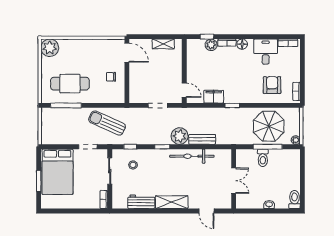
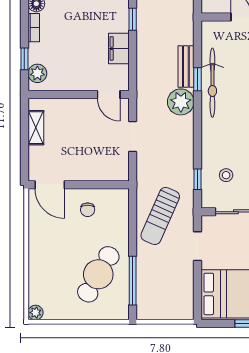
plant: (211, 45) -> (37, 73), moved
plant: (50, 48) -> (35, 313), width x0.53, depth x0.53
door: (127, 53) -> (50, 185), swing flipped
cafe table: (70, 84) -> (98, 274), turned 30
door: (184, 90) -> (109, 95), swing flipped
window: (162, 147) -> (198, 79), moved

